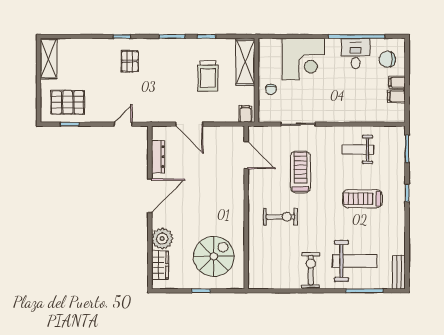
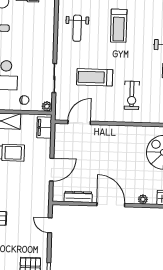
filing cabinet: (245, 114) -> (44, 127), width x2.00
plant: (264, 116) -> (47, 106), added
exercise bike: (280, 217) -> (132, 95), turned 180
plant: (162, 239) -> (143, 199), width x0.53, depth x0.53

